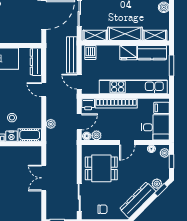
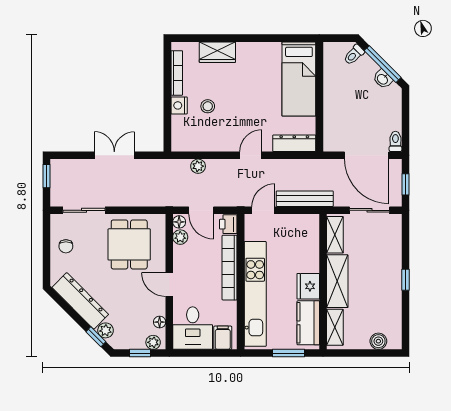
dishwasher: (90, 53) -> (308, 227), removed
cot: (30, 135) -> (181, 134), removed

